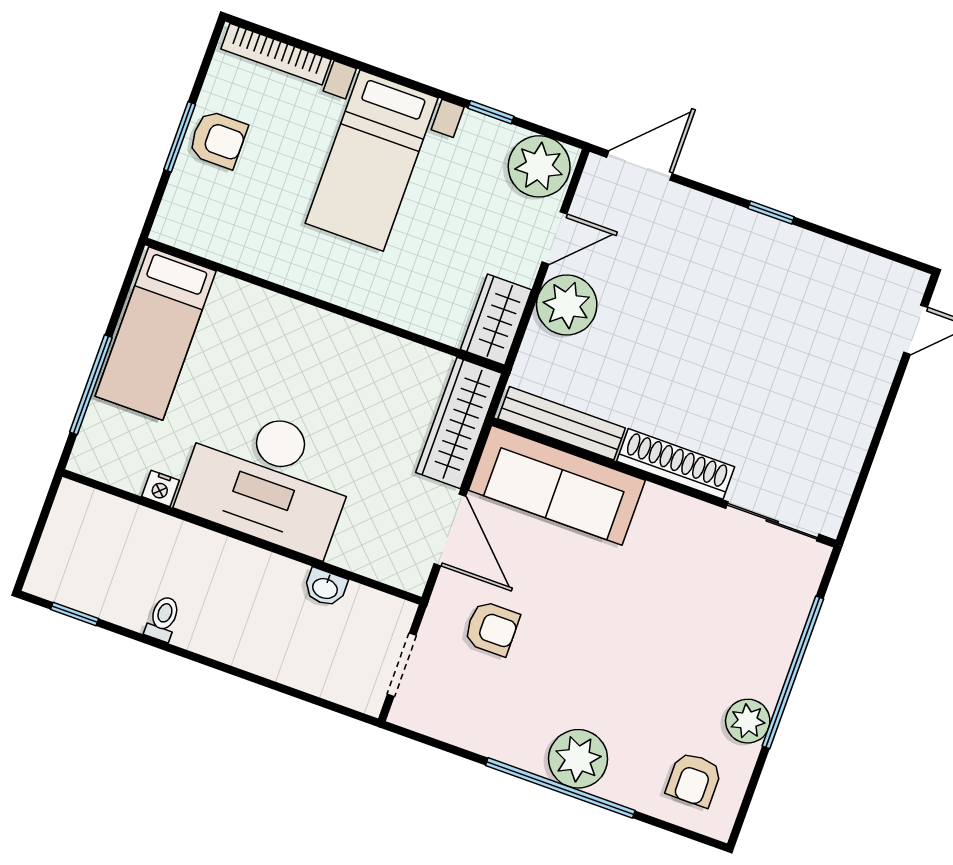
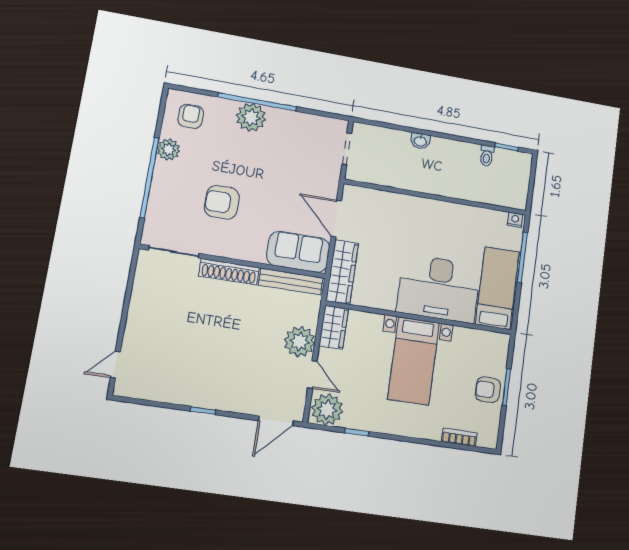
bookcase: (276, 54) -> (459, 437), width x0.64
bed with nightstands: (372, 161) -> (414, 361), moved, turned 180
door: (554, 238) -> (312, 375), swing flipped
desk: (268, 479) -> (439, 289), moved, turned 180
sofa: (557, 485) -> (298, 252), width x0.73
nightstand: (160, 488) -> (515, 220), moved
washbasin: (325, 588) -> (420, 141), moved, turned 180
toilet: (163, 619) -> (487, 156), moved
armchair: (492, 628) -> (222, 202), moved, width x1.38, depth x1.38

